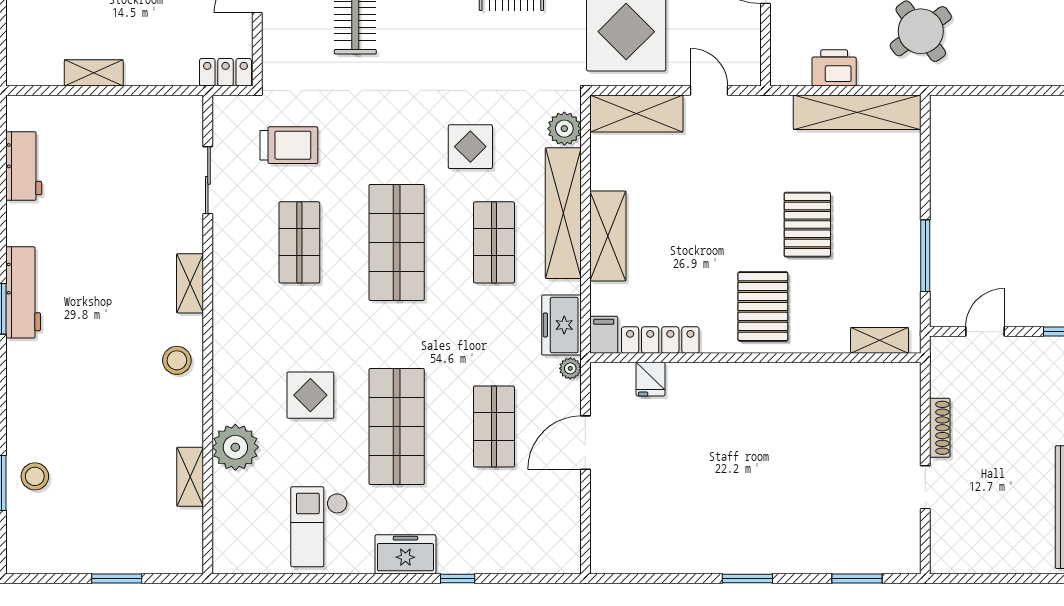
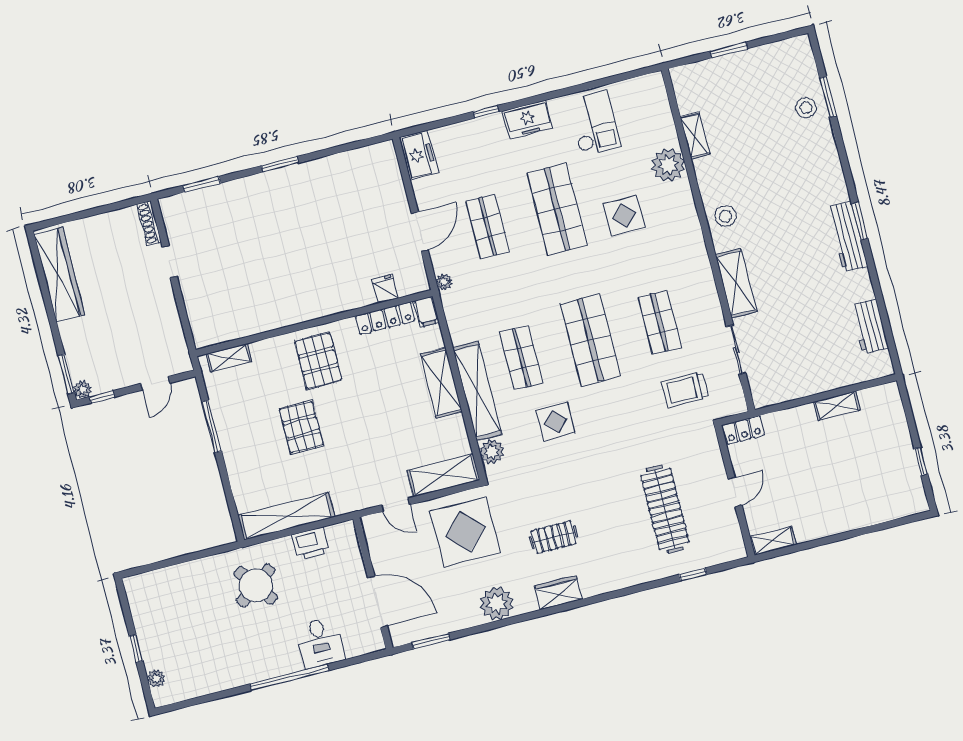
shelving: (190, 283) -> (736, 283), width x1.50, depth x1.33
freezer: (561, 325) -> (418, 155), moved
shoe rack: (940, 428) -> (149, 224), moved

